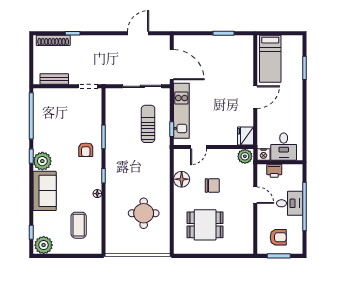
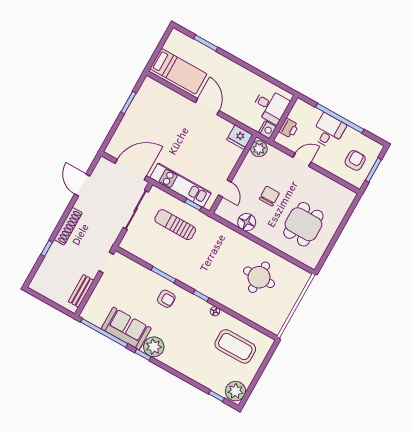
shoe rack: (53, 40) -> (68, 226), moved
sofa: (45, 191) -> (126, 328), moved
coffee table: (79, 225) -> (235, 346), width x1.36, depth x1.32

